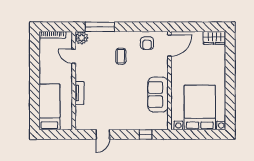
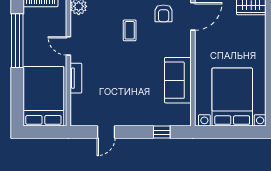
door: (74, 56) -> (68, 46), moved
window: (35, 64) -> (17, 41), added
bed: (49, 107) -> (43, 96), width x1.50

